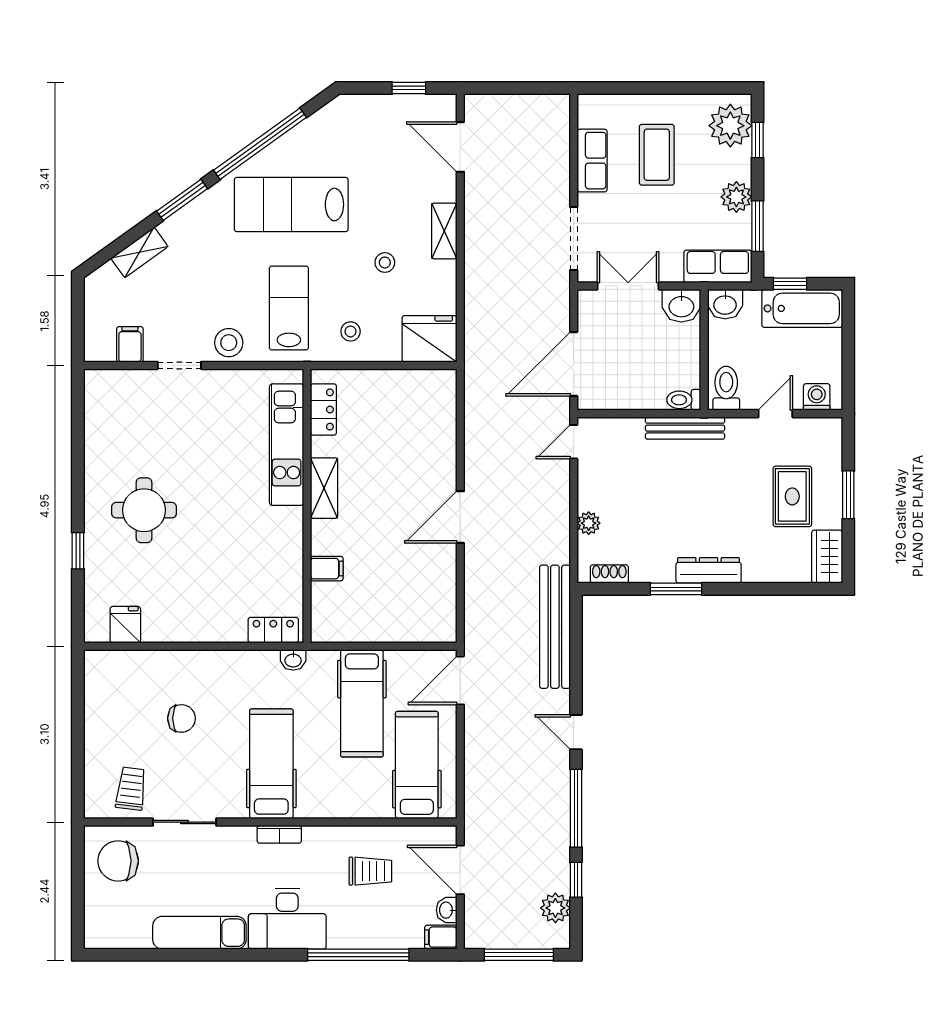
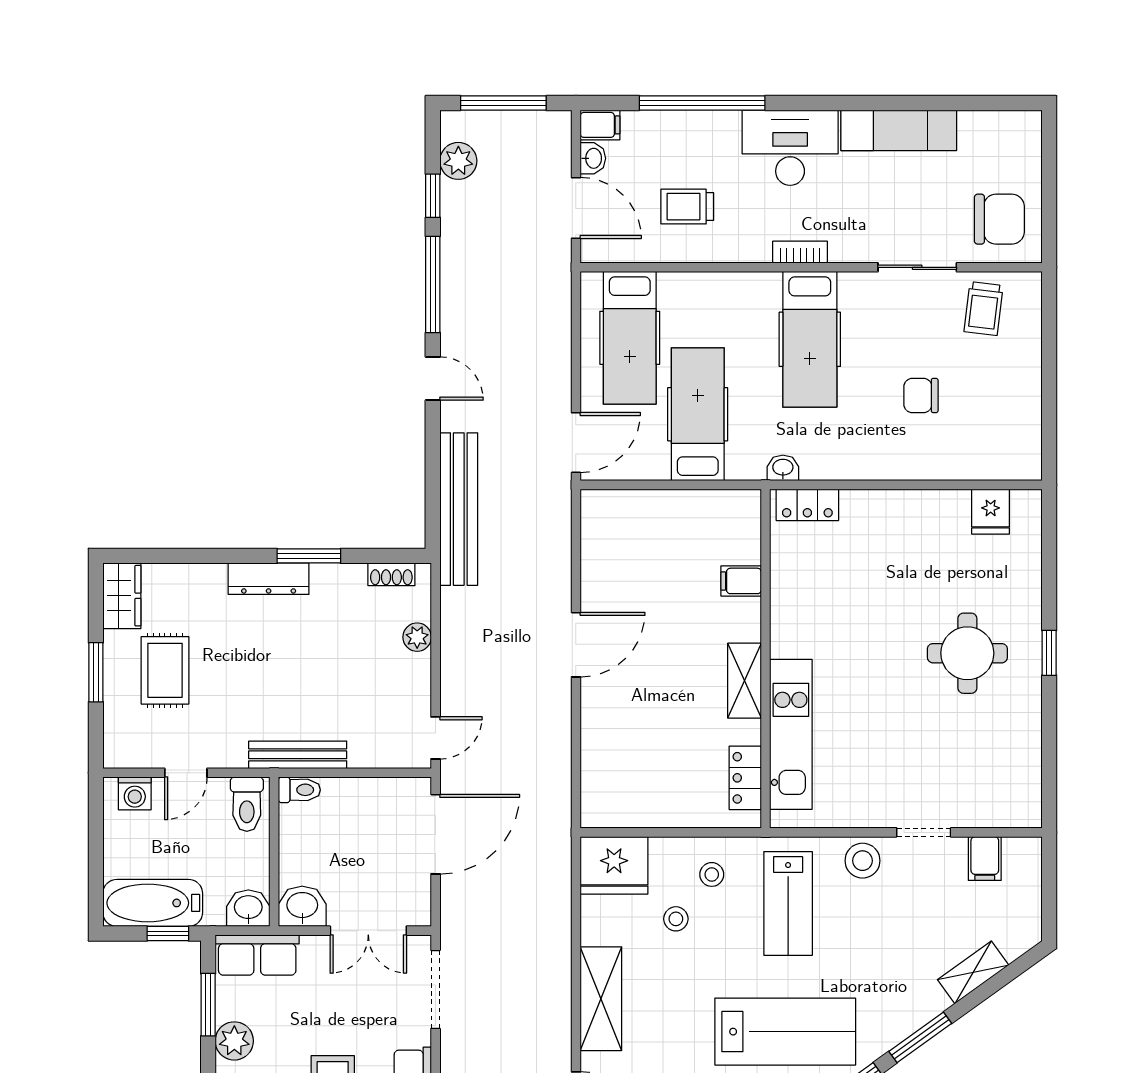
shelving: (444, 231) -> (601, 999), width x1.50, depth x1.33
stool: (385, 263) -> (676, 919), moved
window: (78, 551) -> (1049, 653), moved

